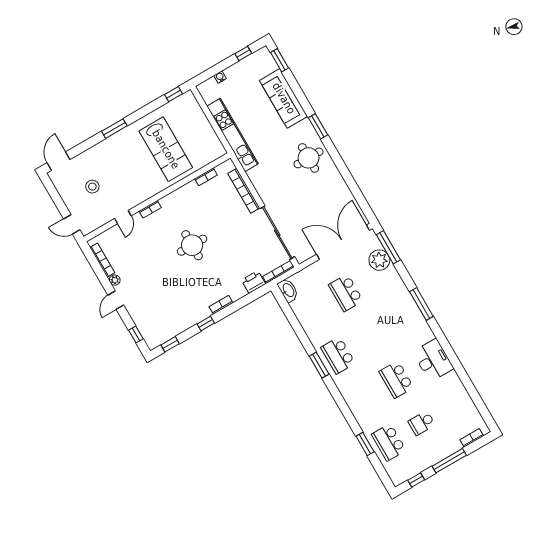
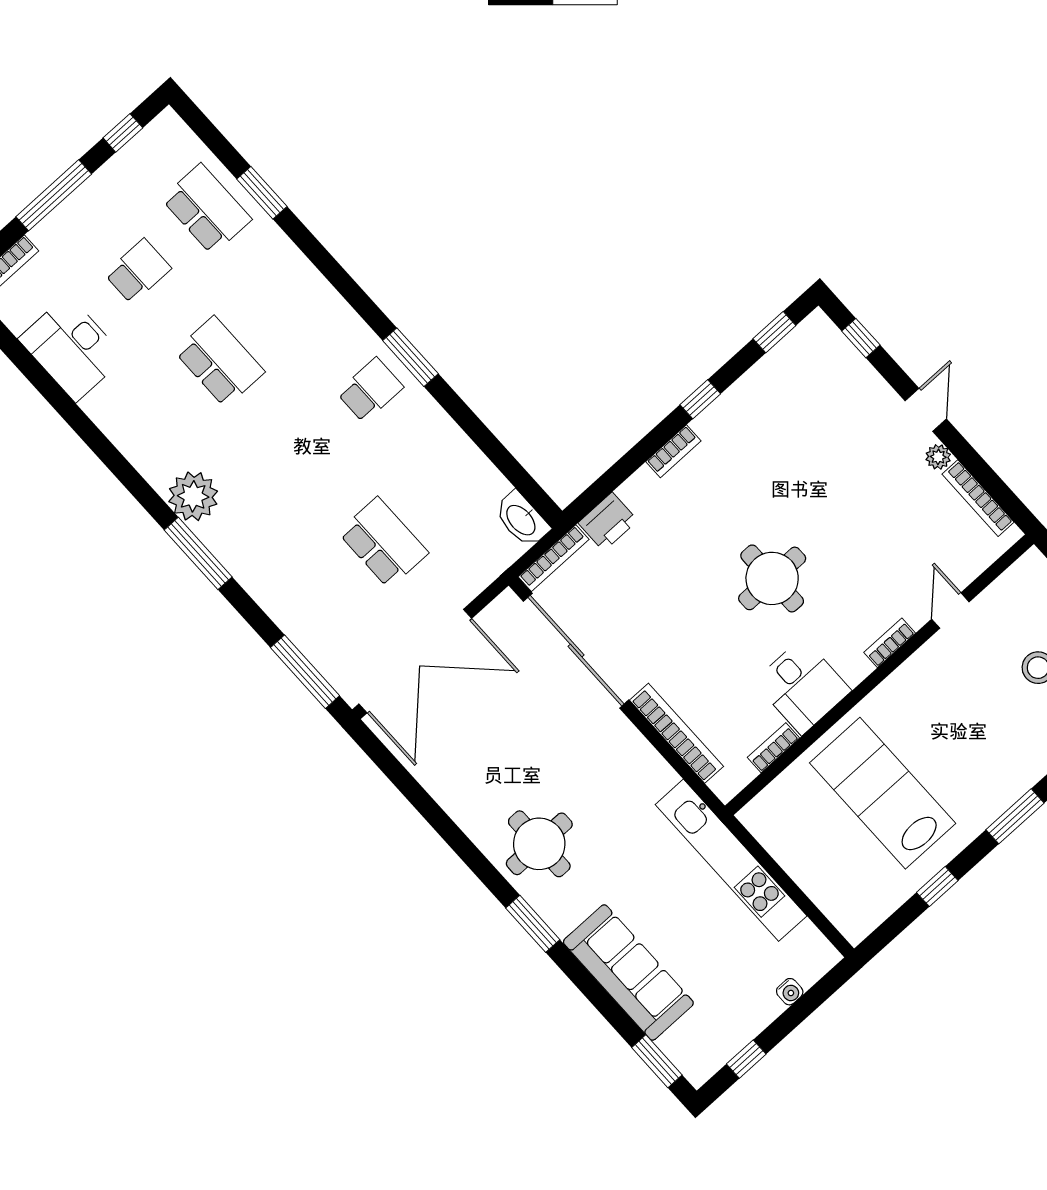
window: (174, 94) -> (937, 886), moved
desk: (189, 199) -> (802, 686), added
plant: (379, 260) -> (193, 496), moved
school desk: (338, 355) -> (370, 390), width x0.54
desk: (433, 360) -> (72, 348), moved

